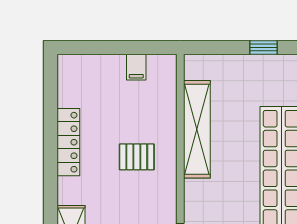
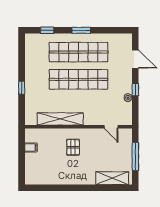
locker: (68, 142) -> (66, 179), removed

